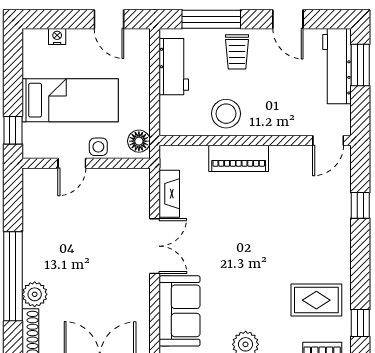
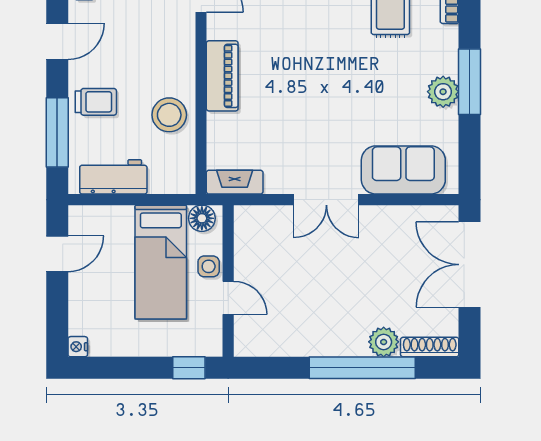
nightstand: (57, 37) -> (78, 347), moved
bed: (70, 100) -> (161, 262), moved, turned 180
piano: (239, 158) -> (222, 76), moved
fireplace: (169, 194) -> (235, 182), moved
double door: (155, 246) -> (326, 200), swing flipped

